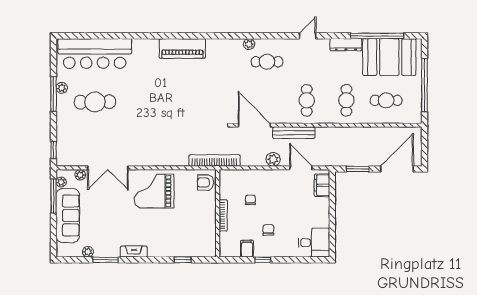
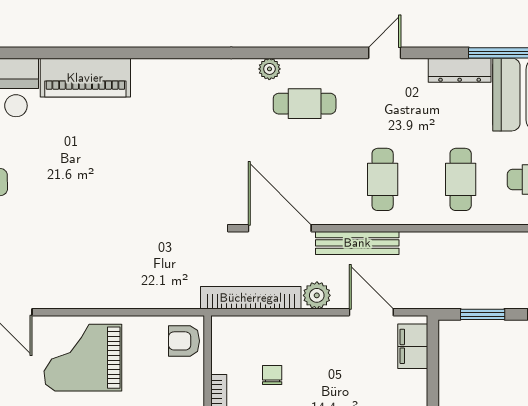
piano: (182, 48) -> (85, 78), moved
bookcase: (215, 160) -> (251, 298), moved

